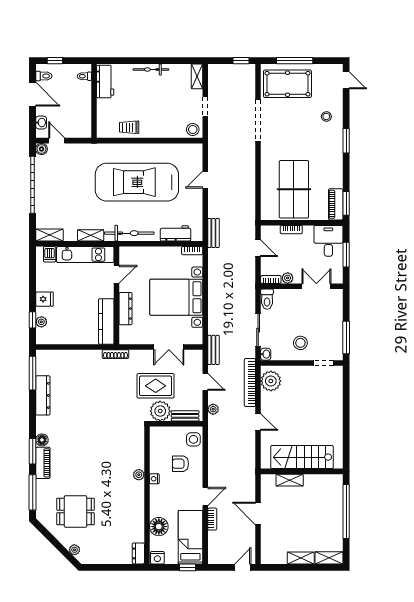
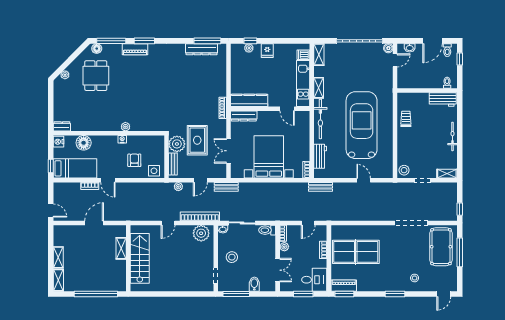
dresser: (126, 309) -> (244, 116), moved
bidet: (334, 315) -> (254, 284), added
dresser: (43, 395) -> (202, 49), moved
floor lamp: (42, 440) -> (97, 49), moved

